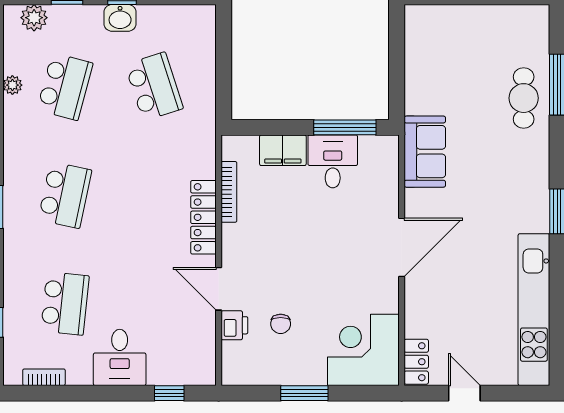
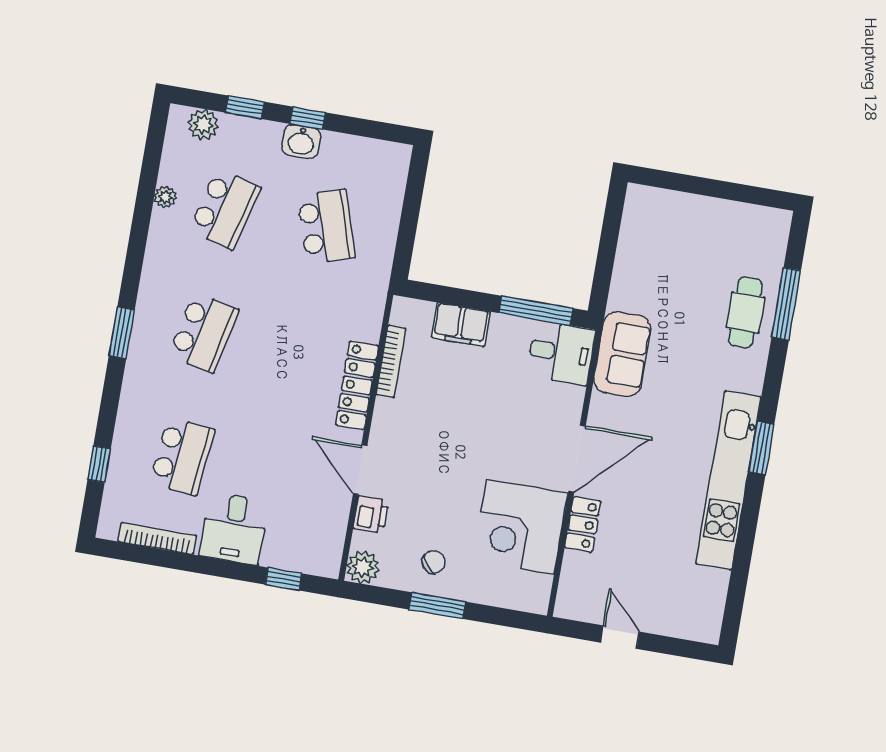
desk: (333, 161) -> (561, 353), moved, turned 90
kitchen unit: (534, 310) -> (728, 480), moved
chair: (281, 324) -> (434, 562), moved, turned -125
corner desk: (363, 350) -> (520, 527), moved, turned -90
locker: (416, 362) -> (583, 524), moved
plant: (235, 371) -> (363, 567), added
bookcase: (44, 377) -> (157, 538), width x1.56

